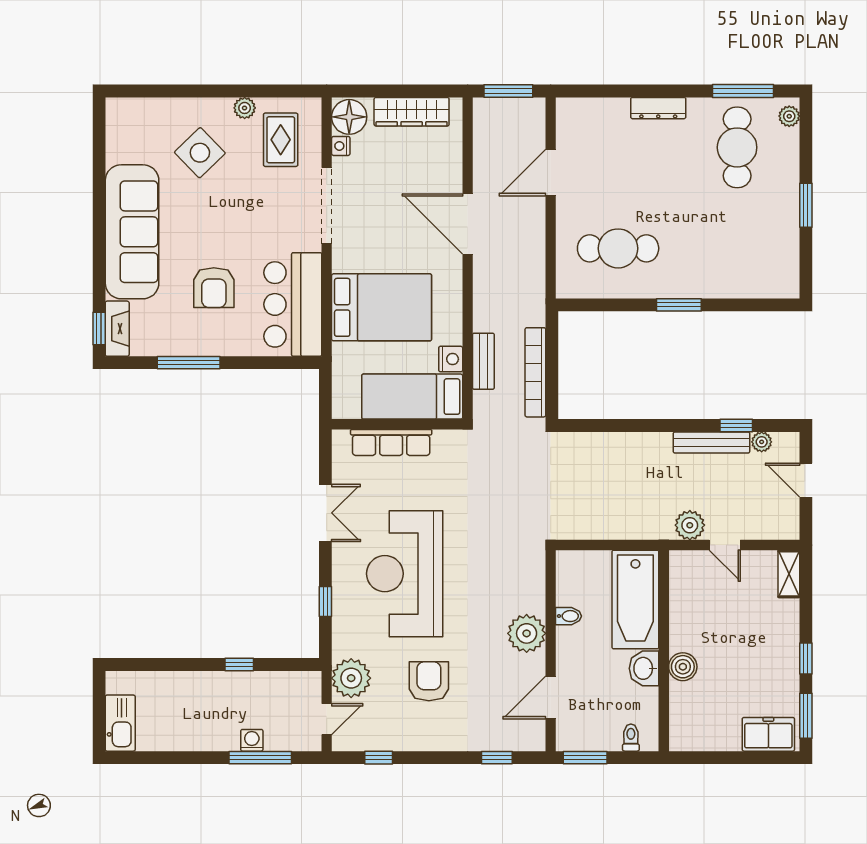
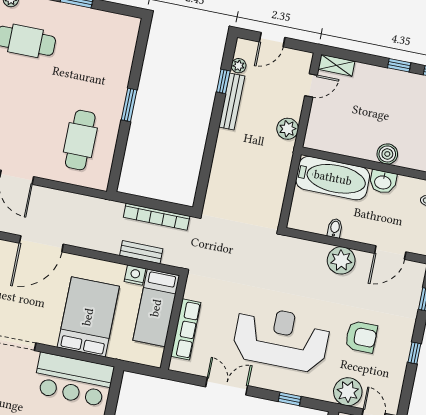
door: (725, 545) -> (311, 85), moved
reception desk: (405, 574) -> (281, 339), turned 180
armchair: (429, 681) -> (361, 337), turned 180
door: (551, 697) -> (390, 253), hinge flipped
window: (379, 758) -> (414, 353), moved

